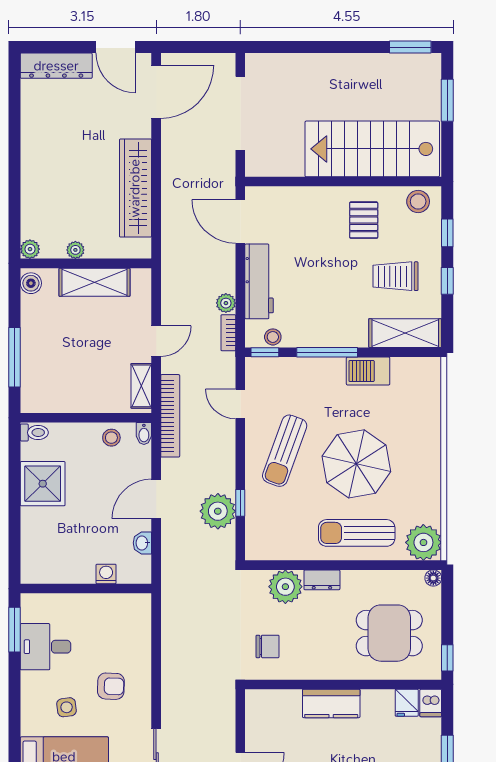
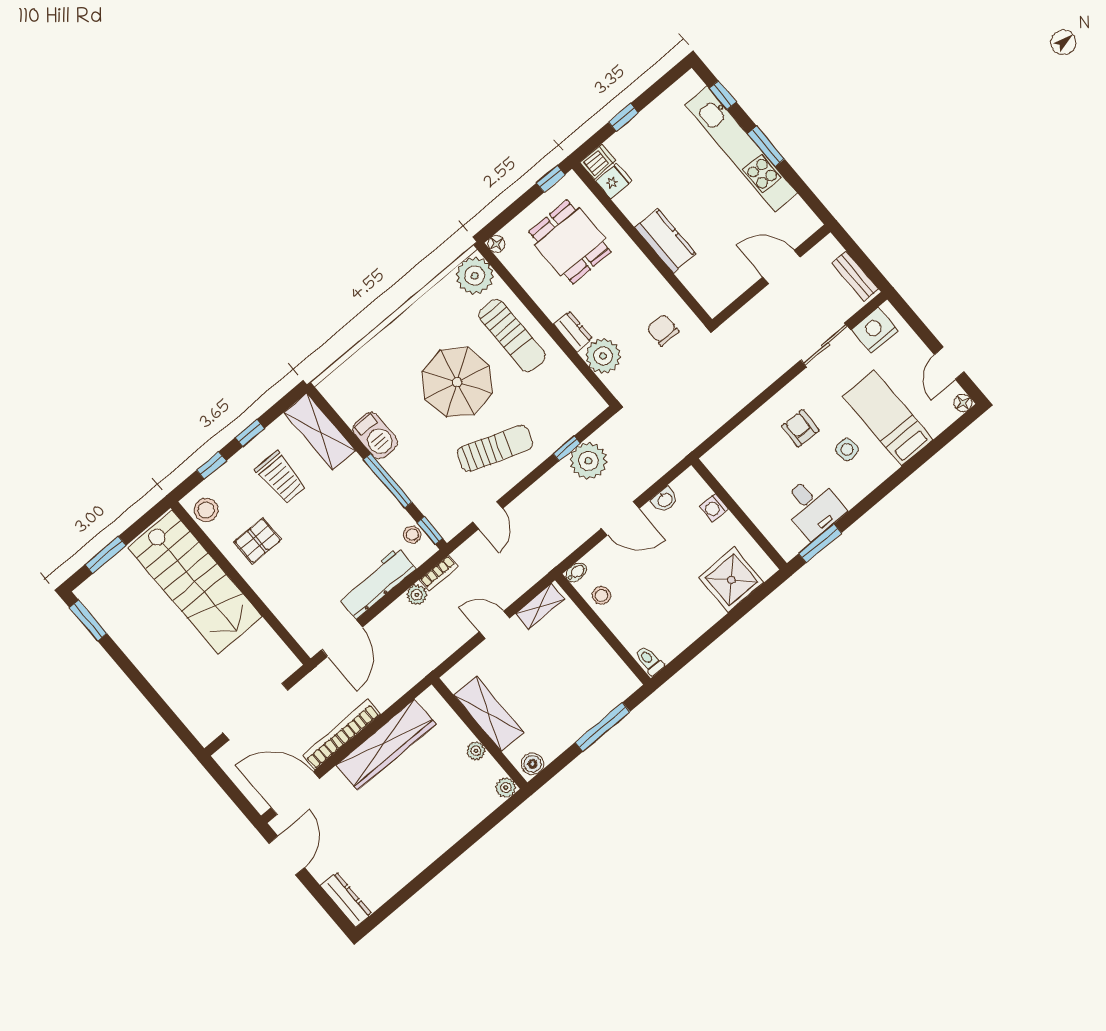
dresser: (56, 66) -> (346, 900), width x0.73, depth x0.80
bookcase: (170, 416) -> (341, 735), moved
shower: (43, 484) -> (731, 580), moved

